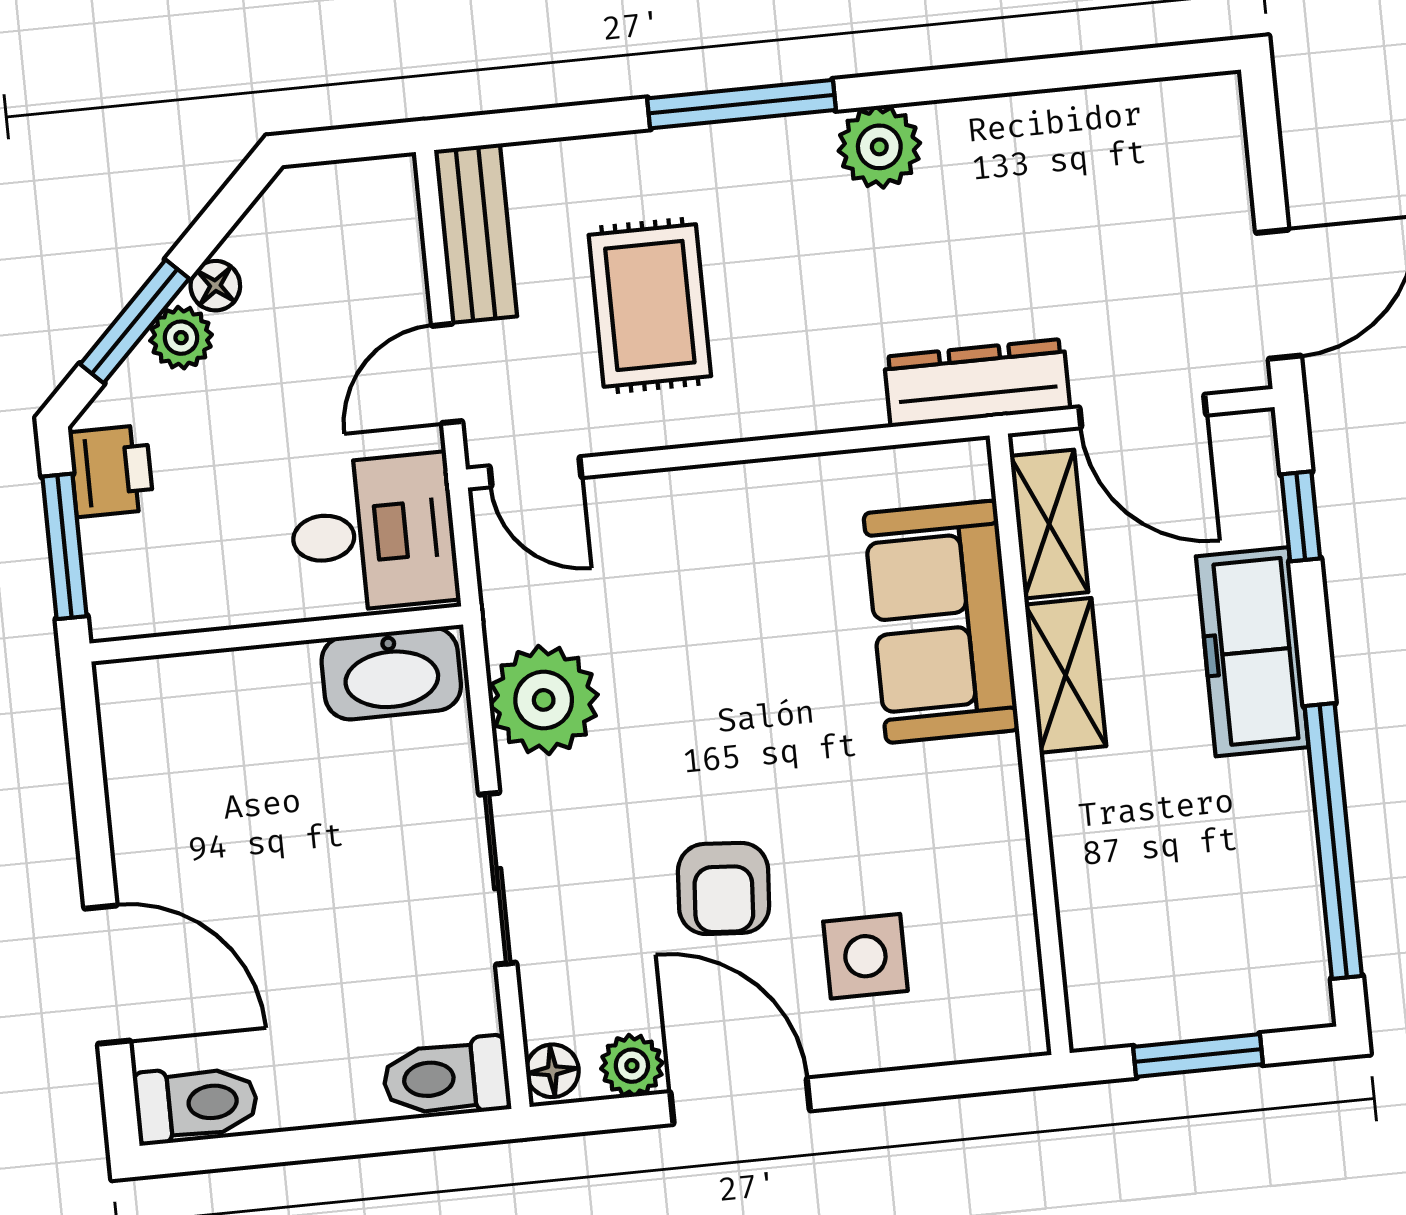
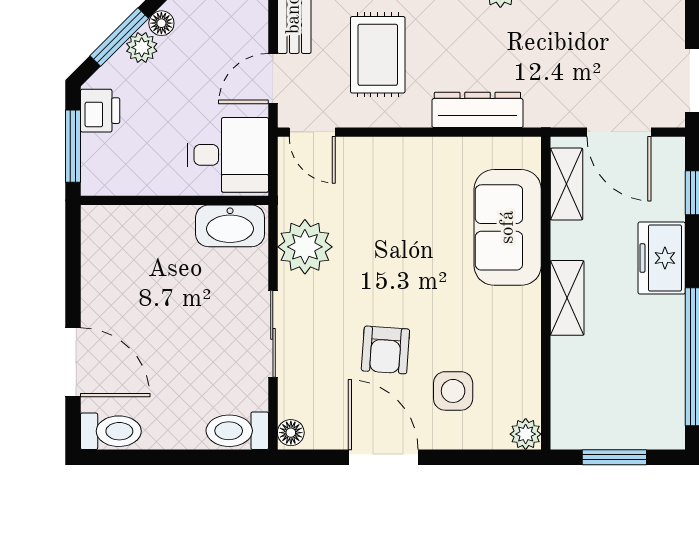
dresser: (977, 383) -> (477, 110), moved
freezer: (1252, 652) -> (662, 258), width x0.71
shelving: (1066, 675) -> (567, 298), moved
plant: (632, 1066) -> (526, 434), moved

